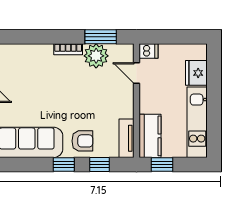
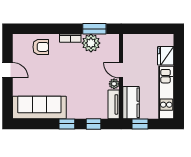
dishwasher: (148, 51) -> (130, 39), removed
door: (136, 73) -> (121, 70), moved
plant: (127, 111) -> (114, 84), added
armchair: (82, 141) -> (41, 47), moved

